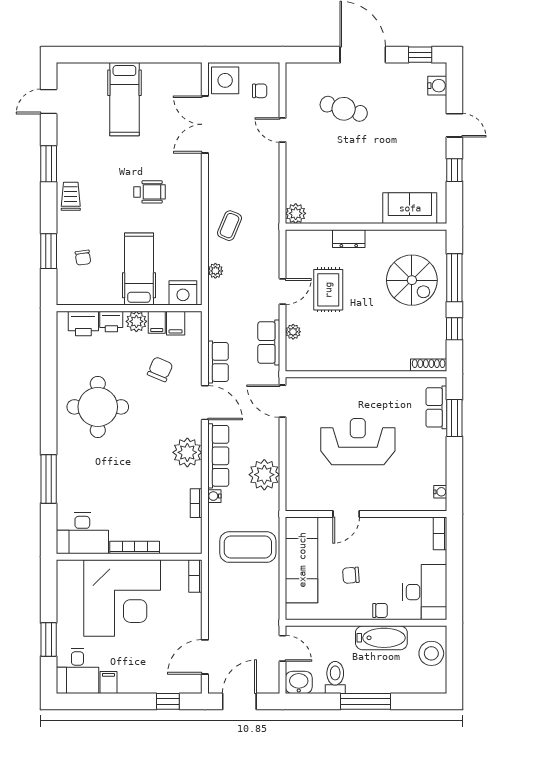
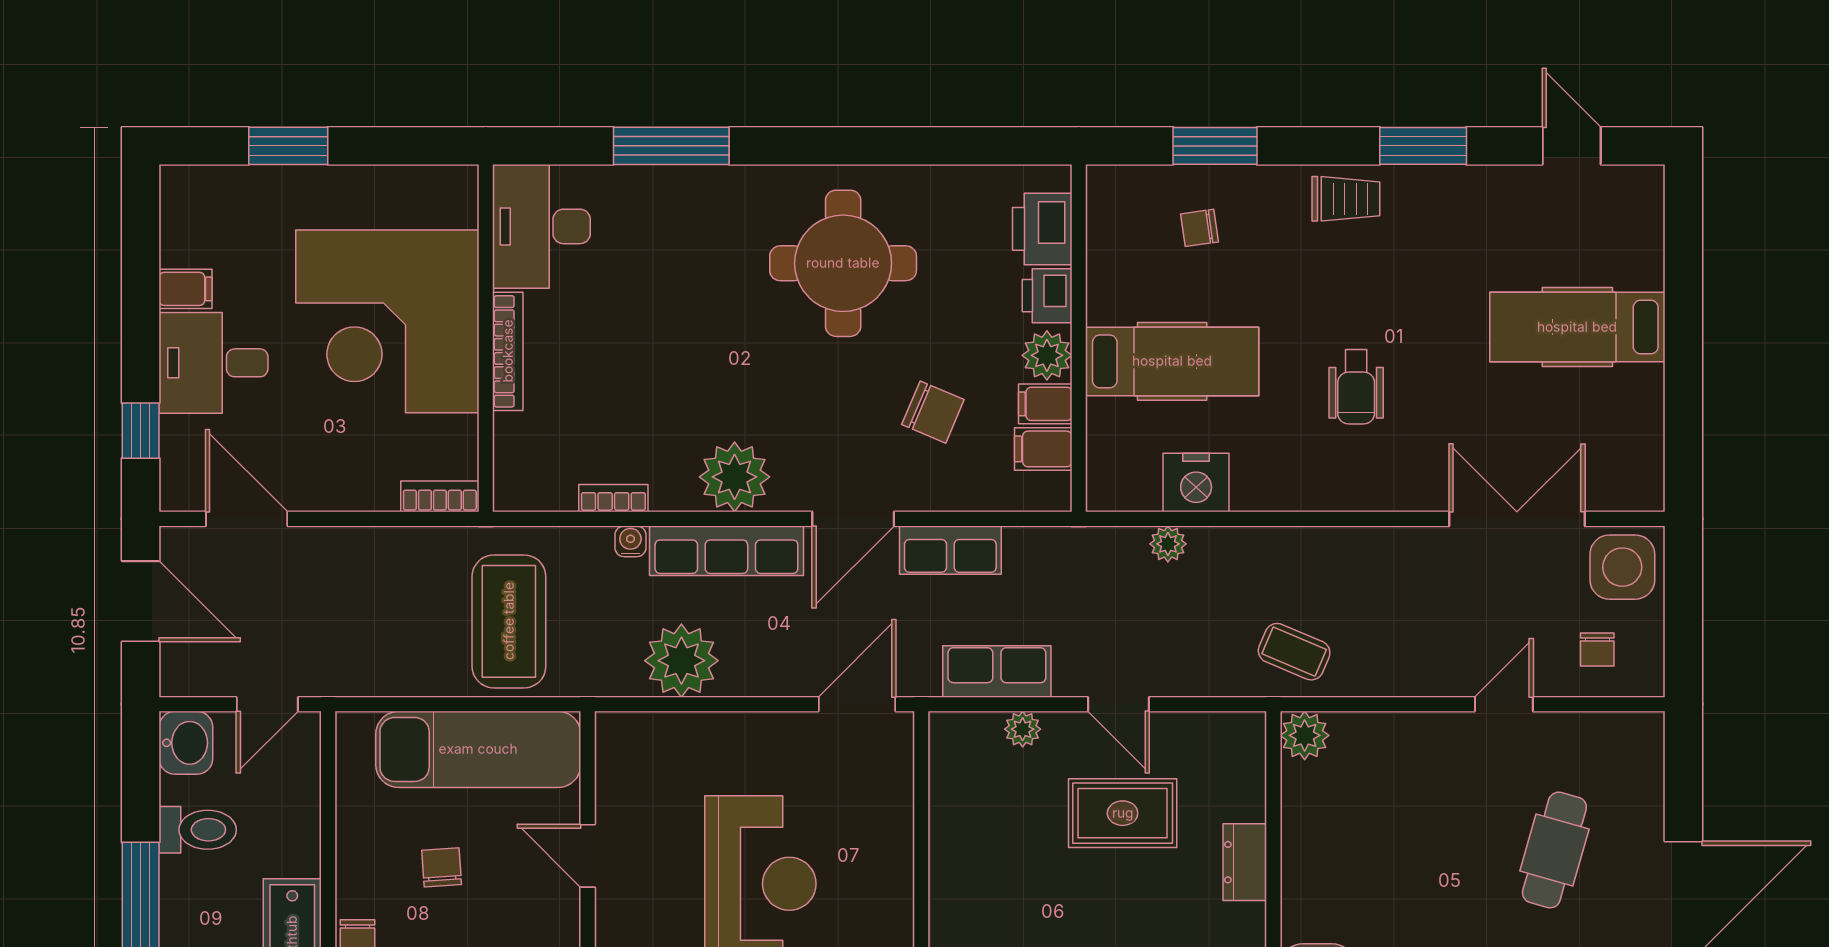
coffee table: (230, 226) -> (1294, 652), moved
nightstand: (183, 293) -> (1196, 482), moved, turned -90
desk: (77, 671) -> (213, 363), moved

